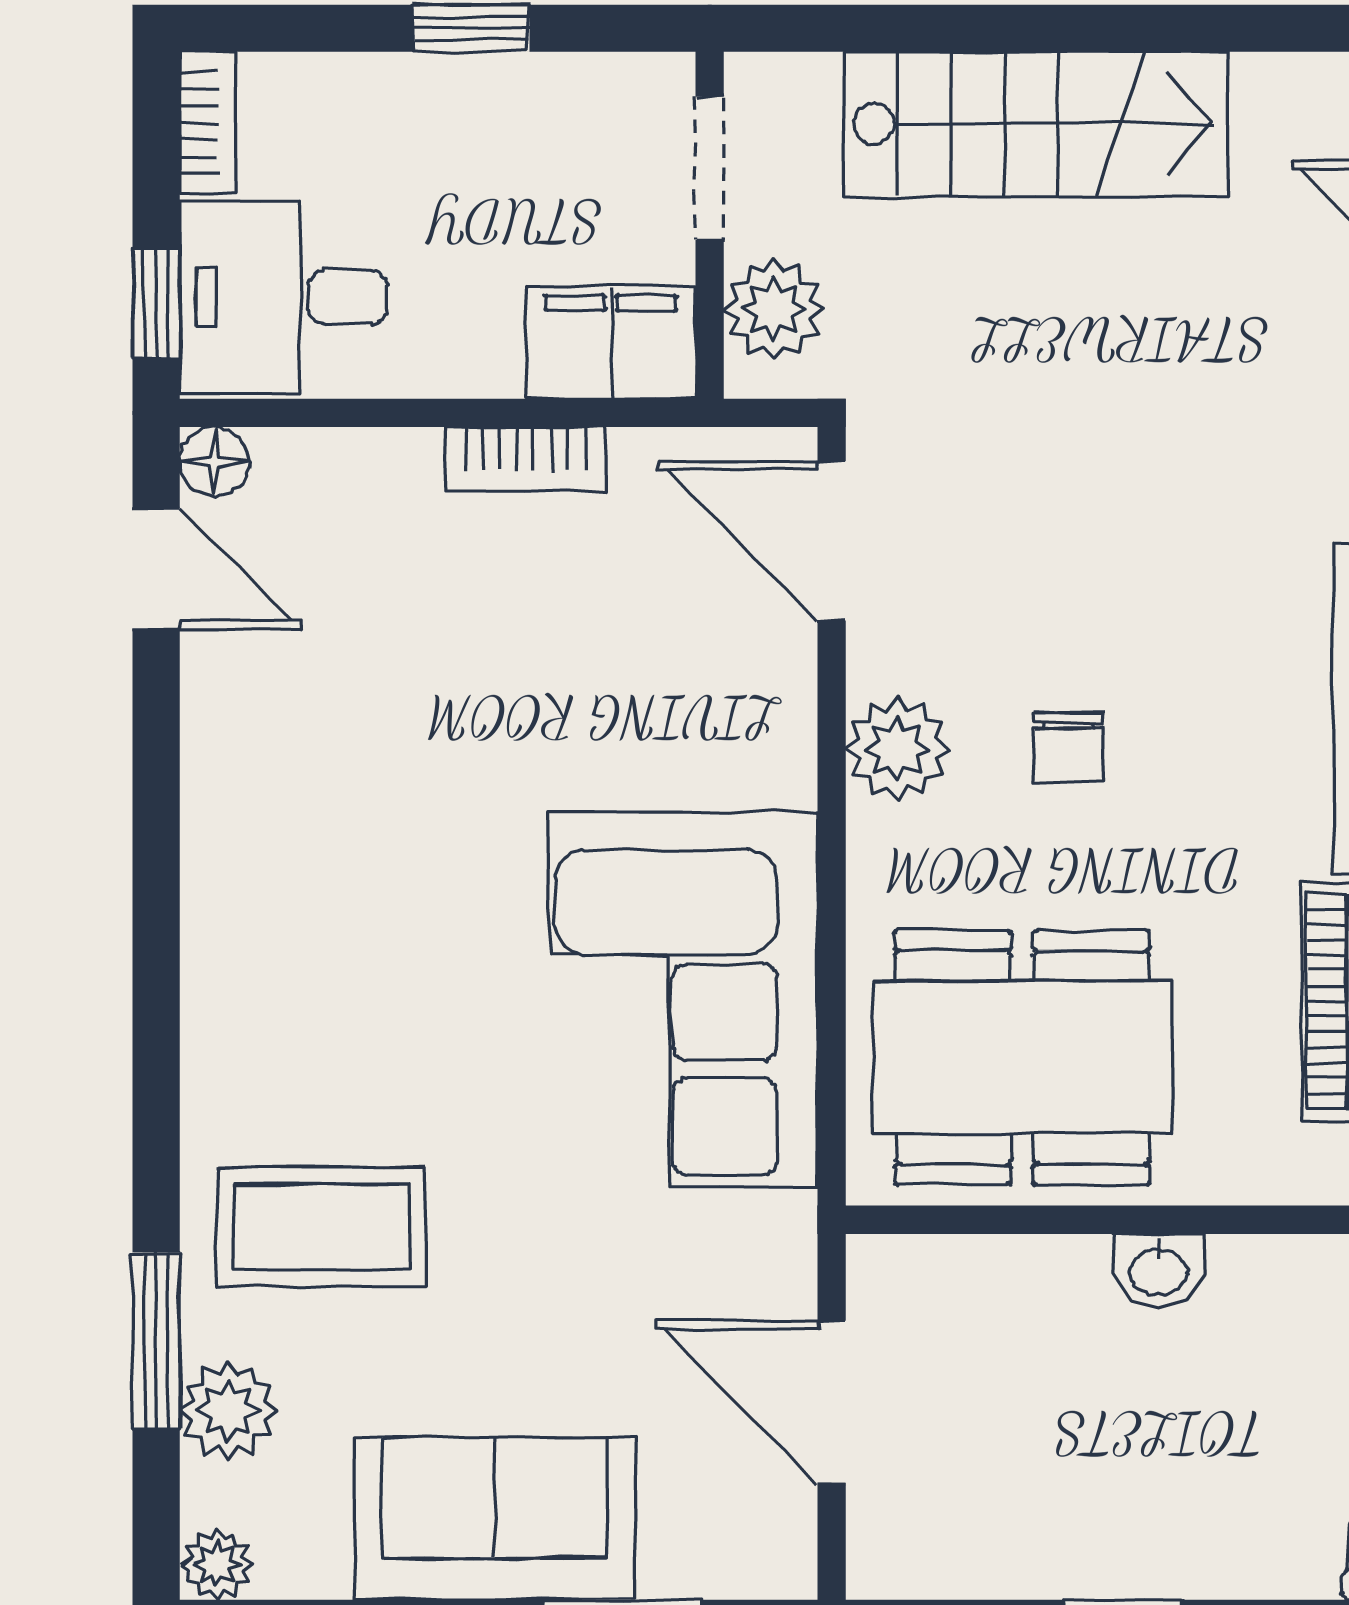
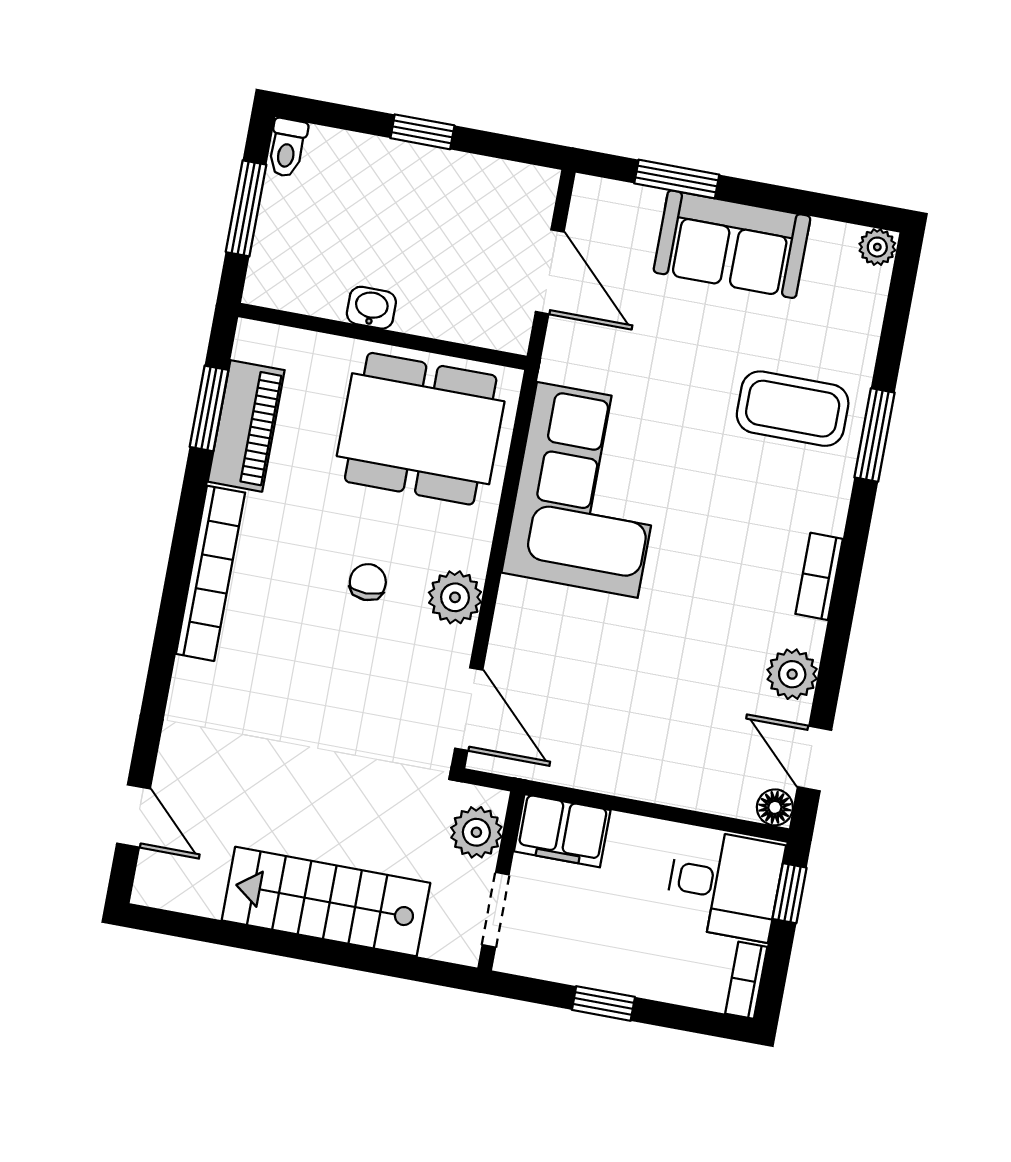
bookcase: (525, 459) -> (819, 576), moved, turned -90
window: (156, 1341) -> (874, 435), moved
plant: (228, 1411) -> (792, 674), moved

